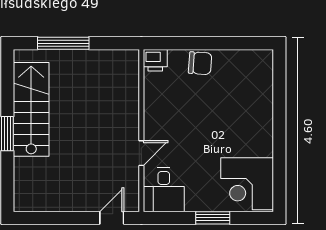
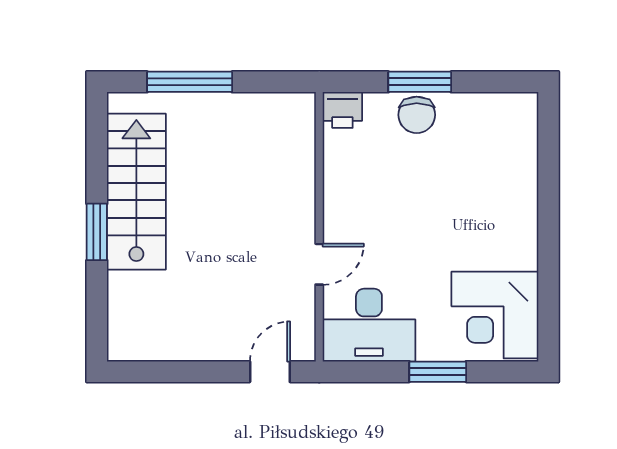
window: (202, 43) -> (420, 82), added
chair: (200, 63) -> (417, 115), turned 86
desk: (164, 190) -> (369, 325), width x1.37

